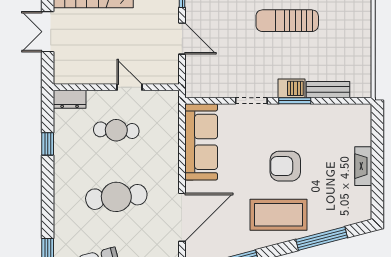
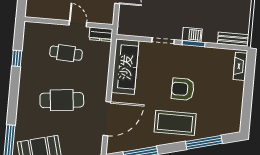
bench: (328, 90) -> (233, 39), moved
dresser: (70, 99) -> (101, 34), moved
fireplace: (363, 166) -> (240, 66), moved

